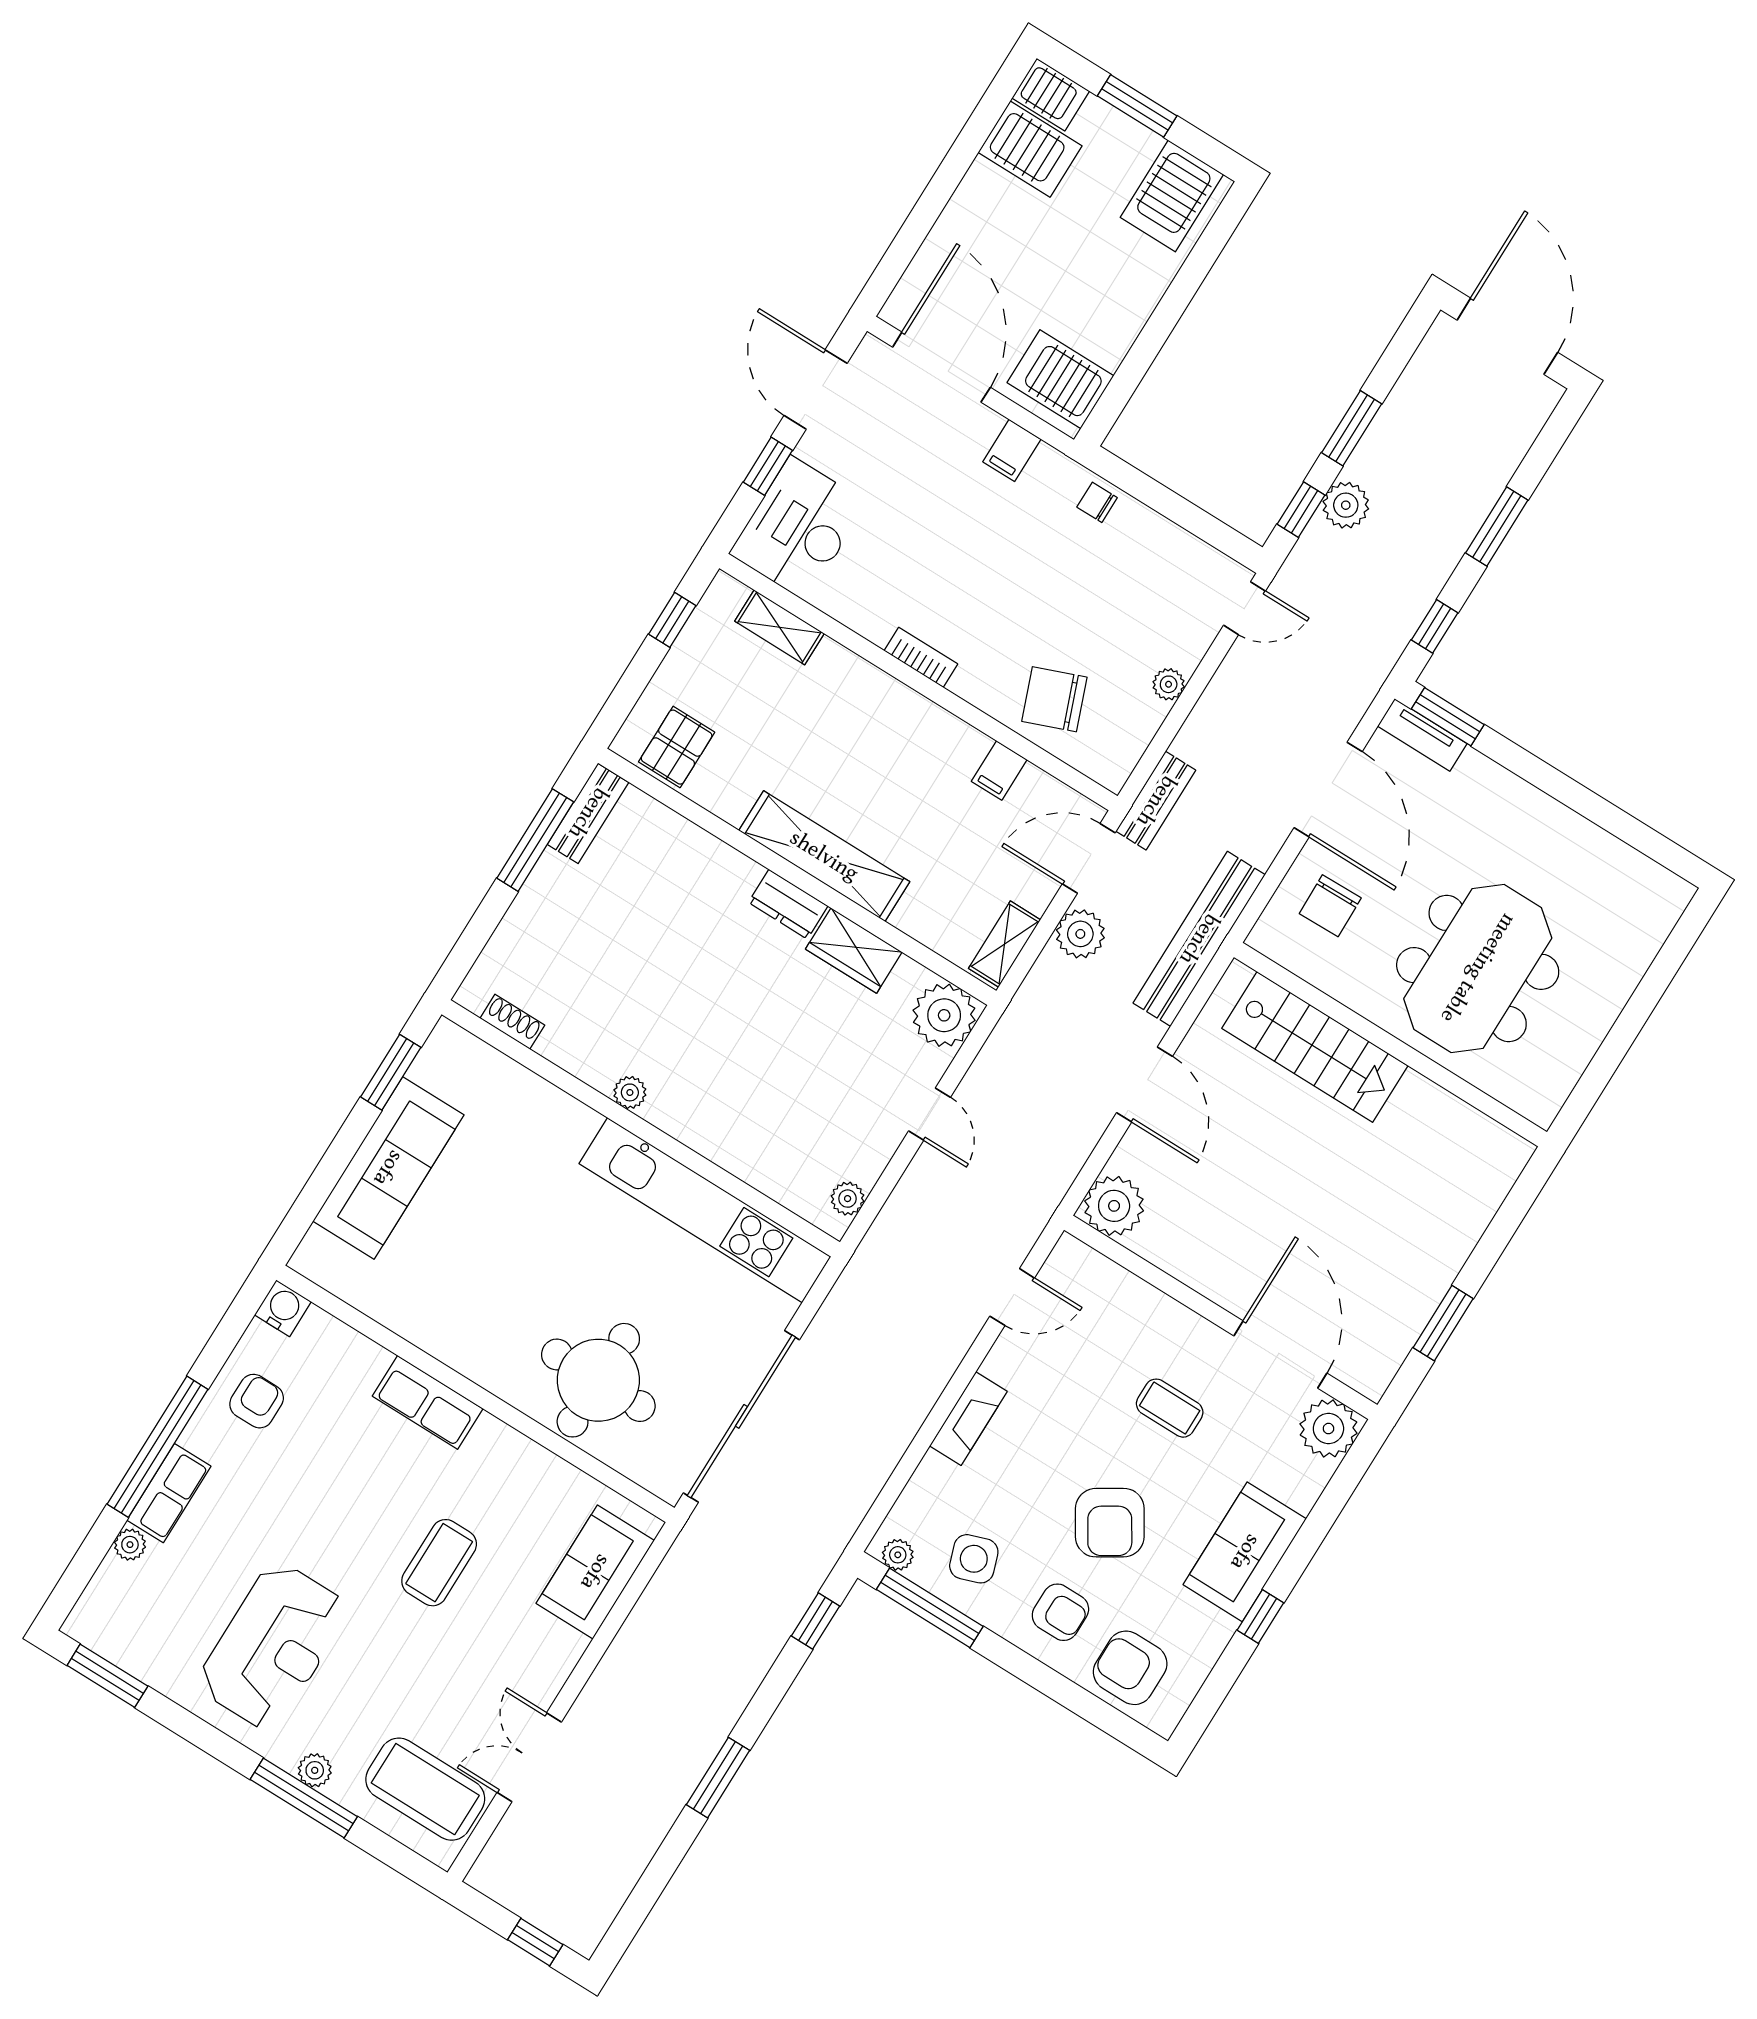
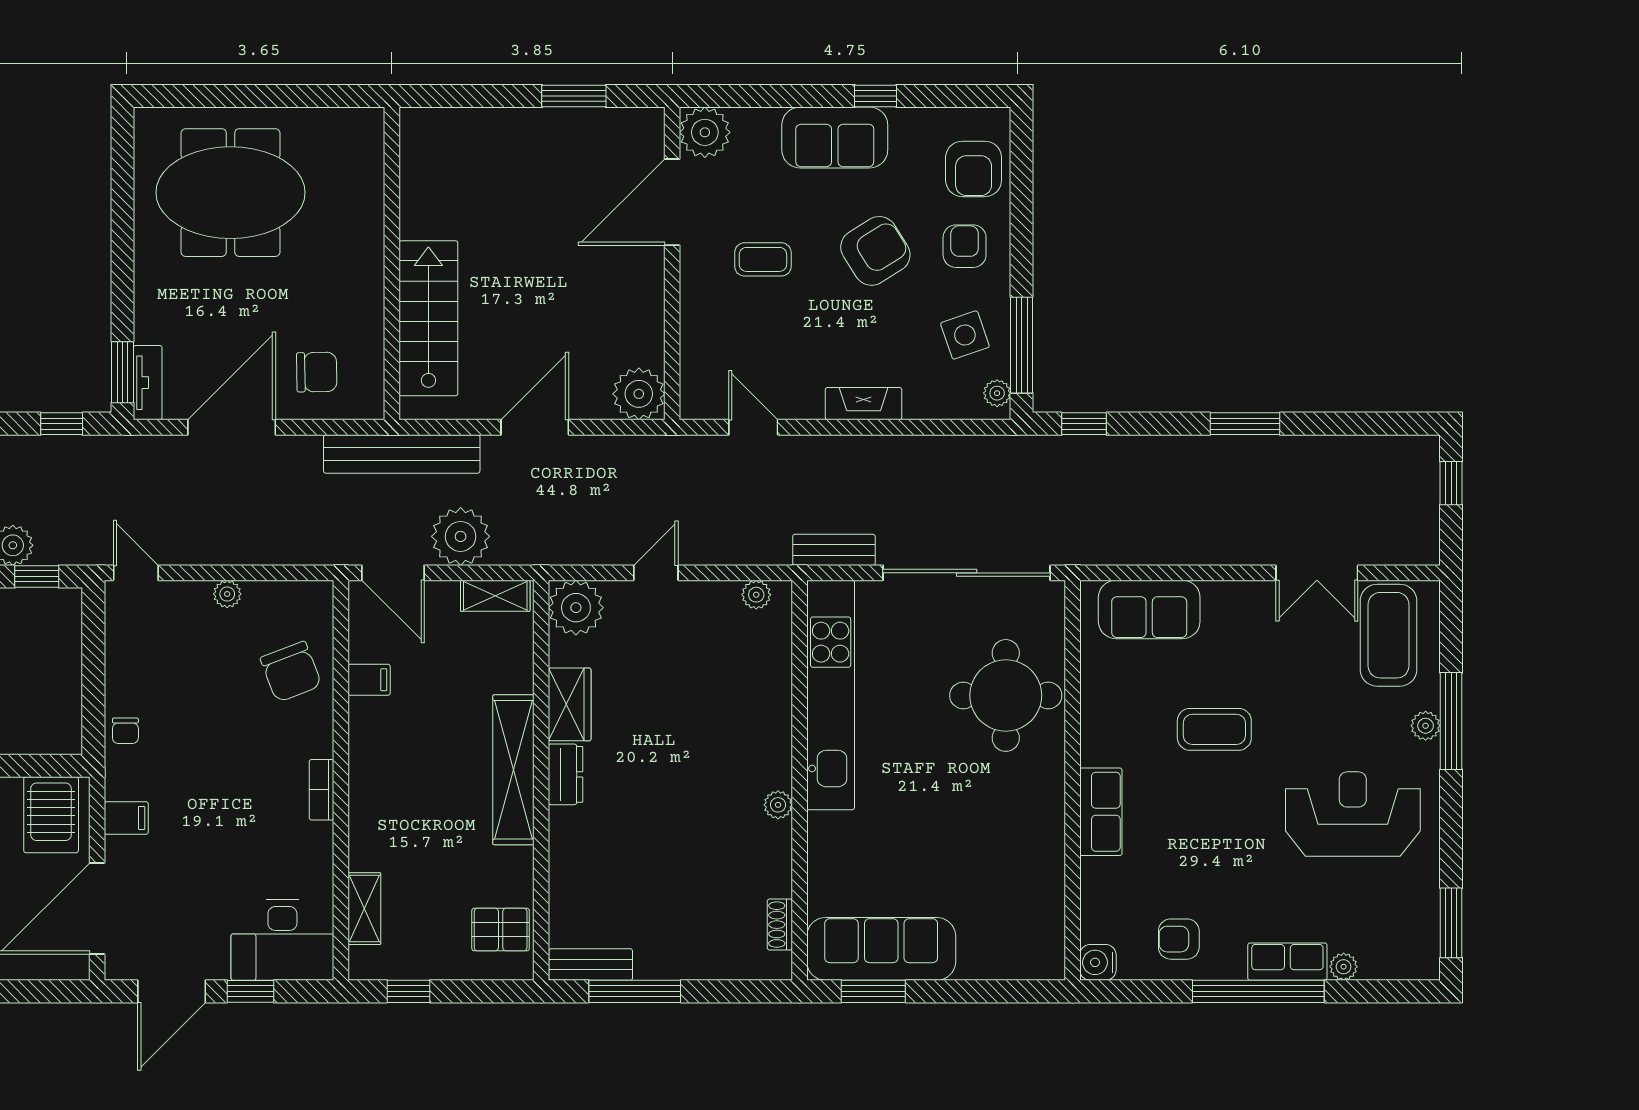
bench: (1156, 801) -> (834, 550), moved
plant: (1080, 934) -> (461, 536), width x1.36, depth x1.36
meeting table: (1478, 968) -> (230, 193), moved
sofa: (388, 1168) -> (881, 949), moved
coffee table: (1170, 1408) -> (763, 259), turned 90

